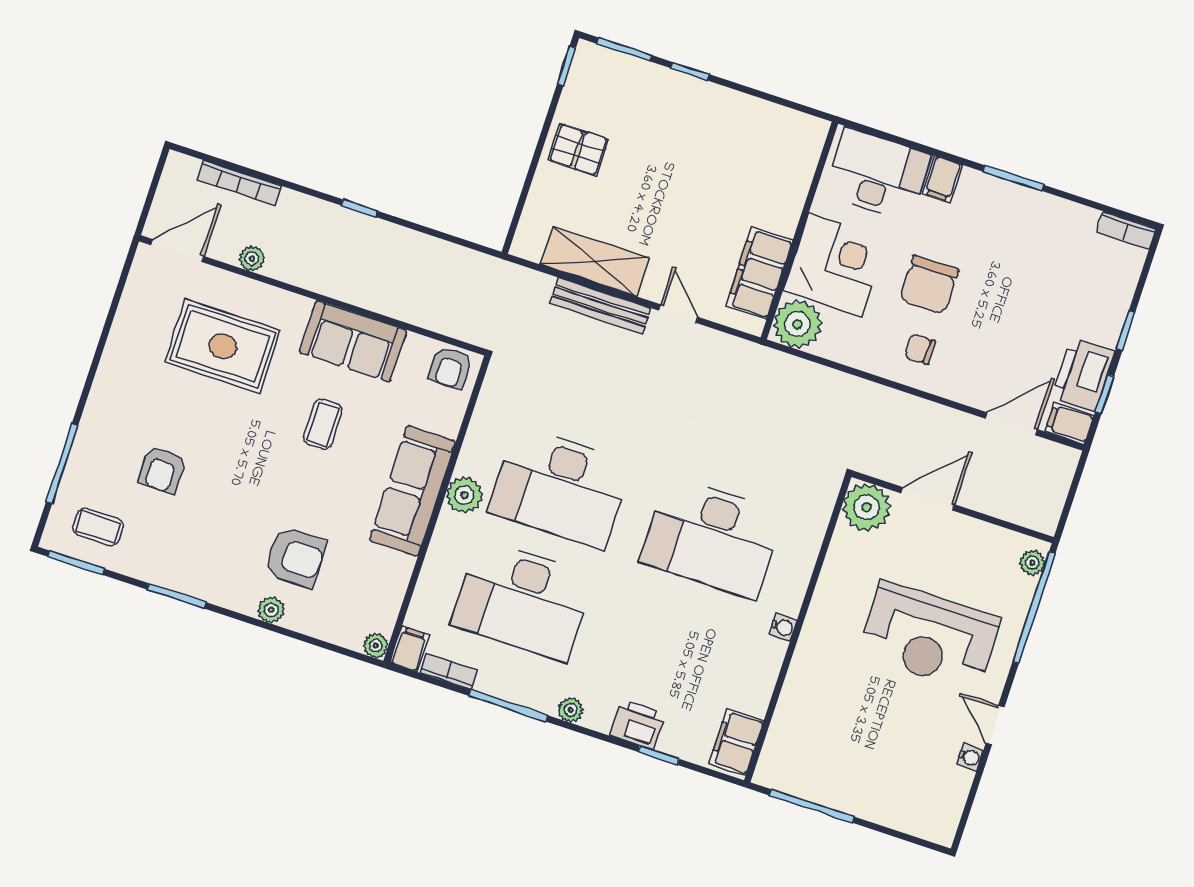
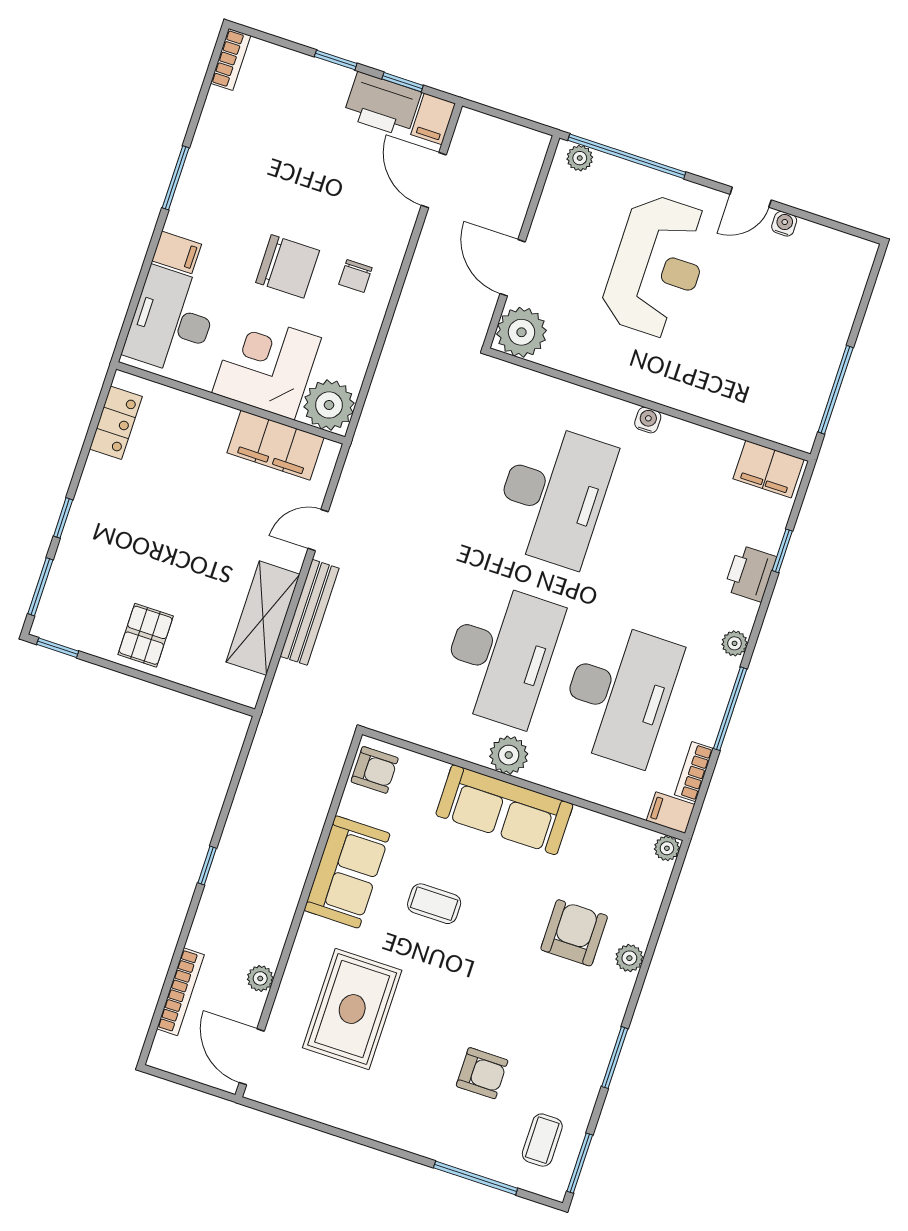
locker: (780, 121) -> (116, 423), added

